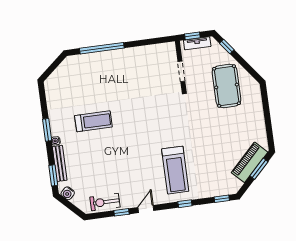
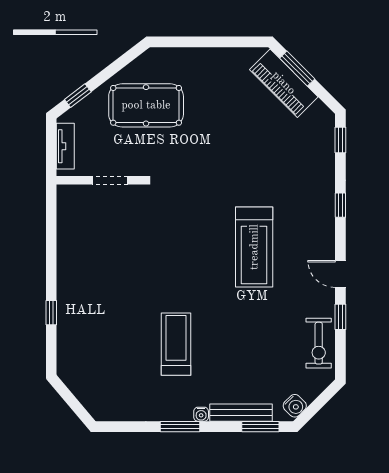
window: (192, 36) -> (51, 153), removed
window: (102, 48) -> (51, 313), width x0.32
treadmill: (175, 170) -> (254, 247), moved, turned 90

